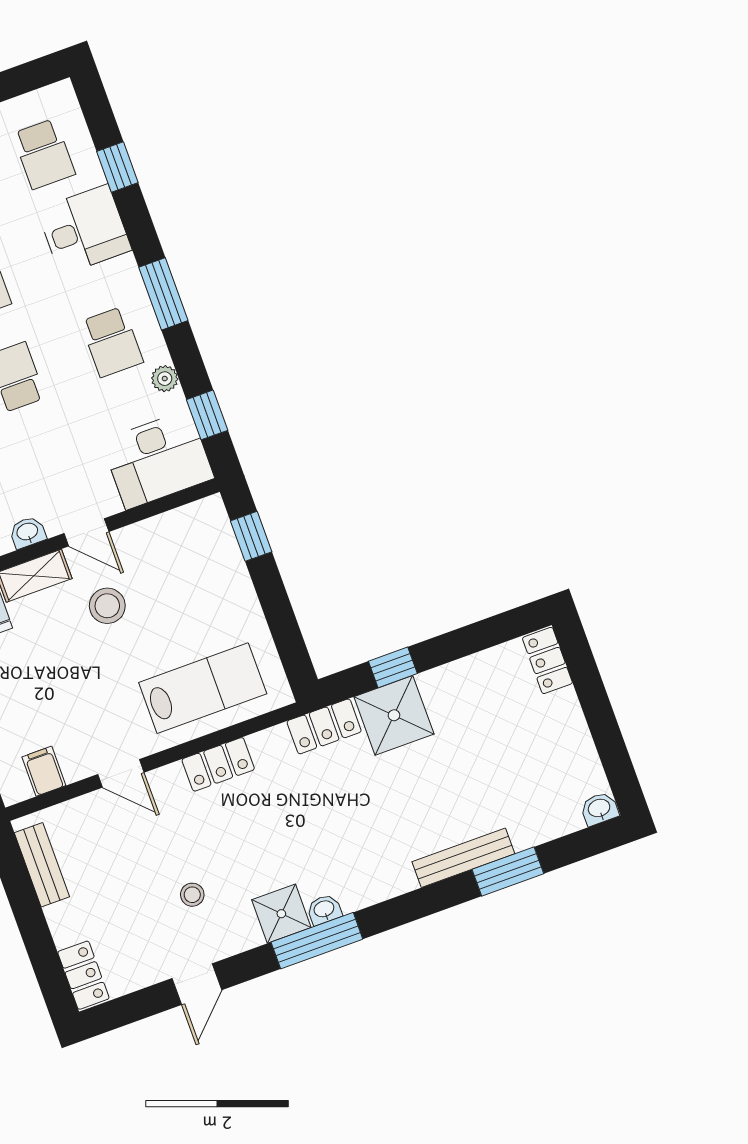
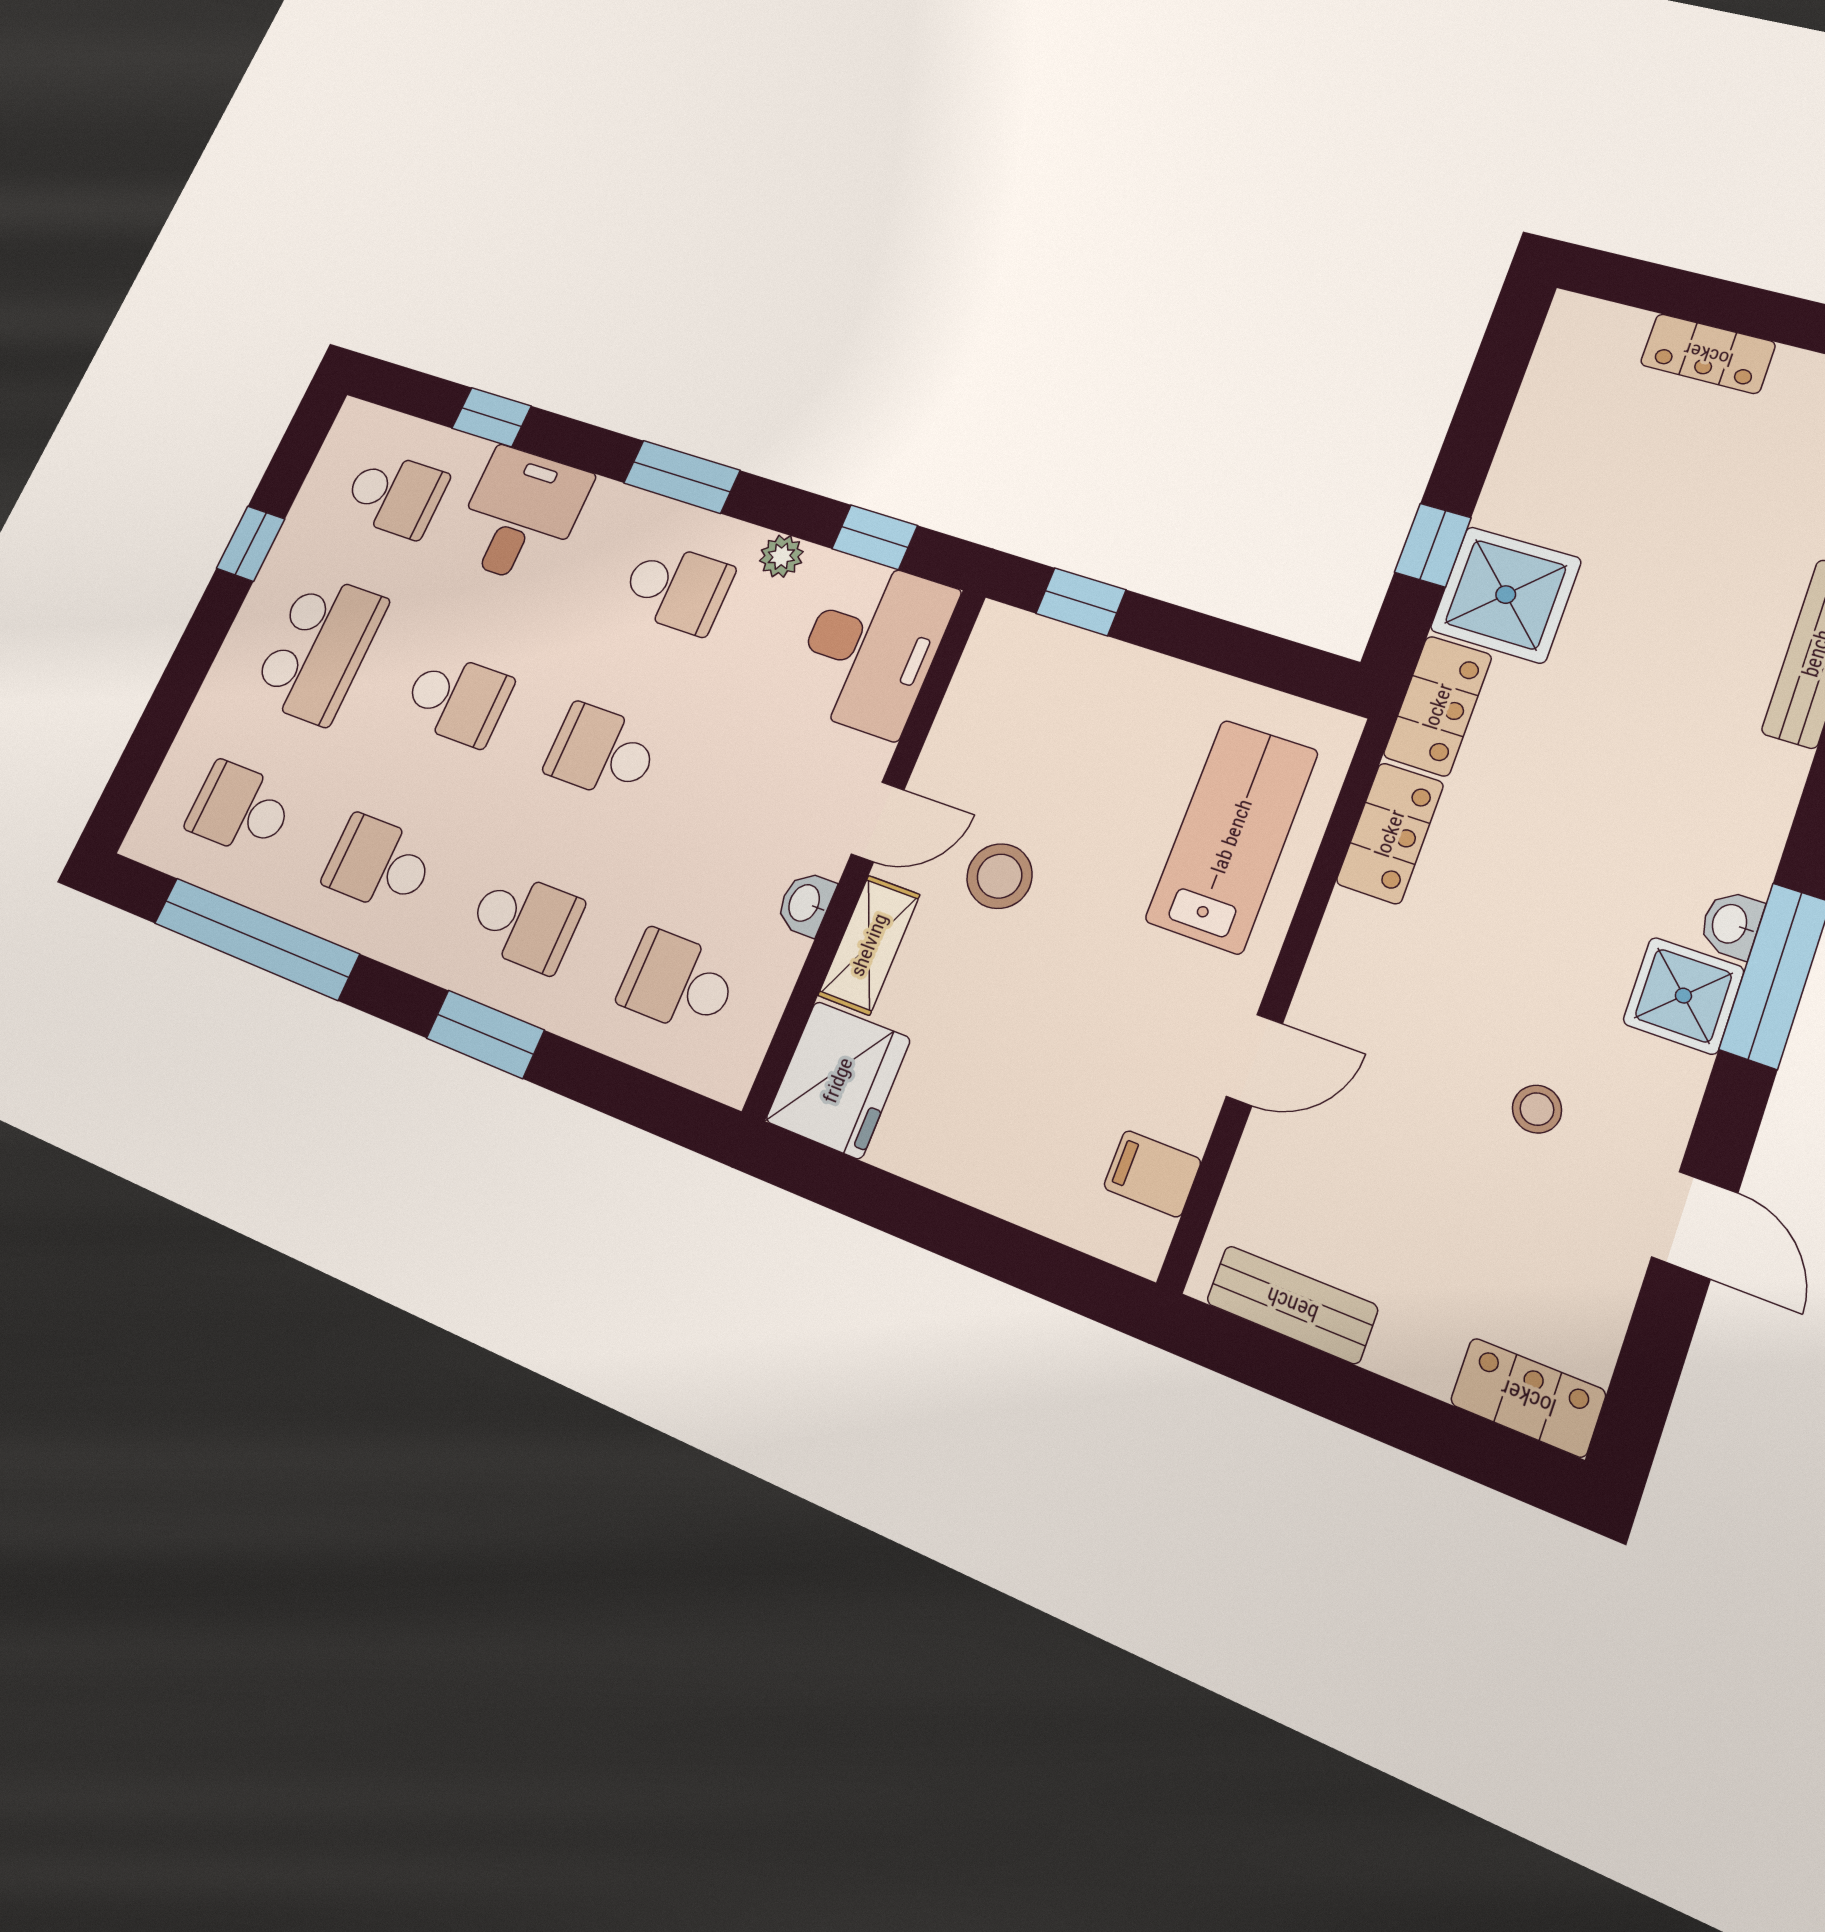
locker: (547, 660) -> (1708, 354), moved
locker: (218, 764) -> (1390, 833), moved

